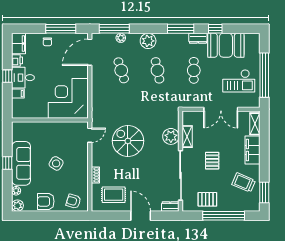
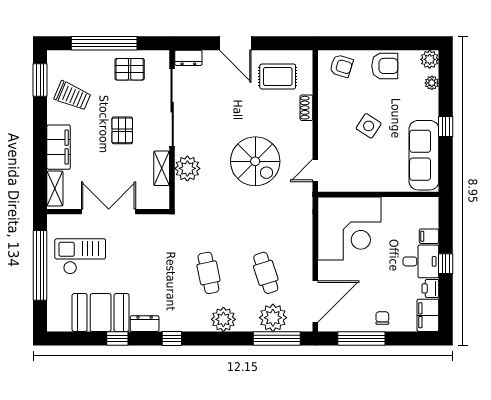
window: (181, 29) -> (172, 338), width x0.46
plant: (121, 38) -> (273, 318), width x1.87, depth x1.87
cafe table: (194, 70) -> (151, 273), removed
sofa: (21, 163) -> (424, 155), moved

